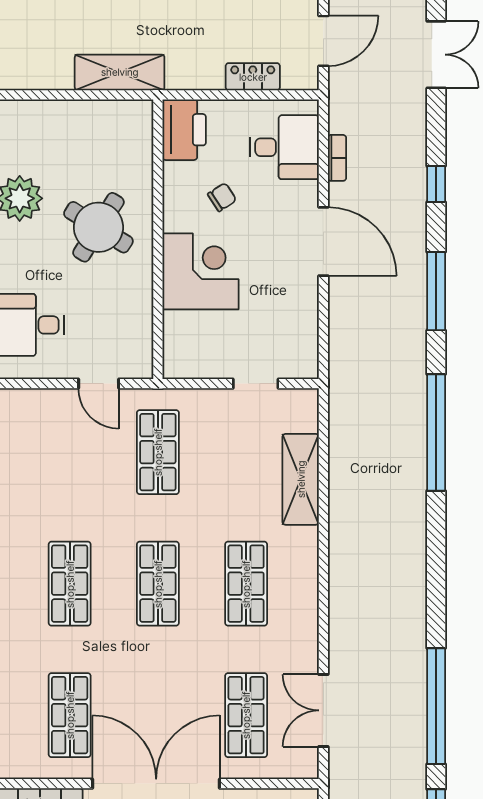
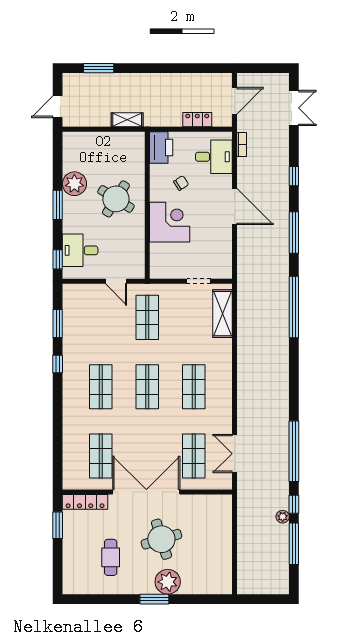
shelving: (120, 72) -> (127, 120), width x0.67, depth x0.75
bookcase: (337, 158) -> (242, 145), moved
shelving: (301, 479) -> (222, 314), moved

